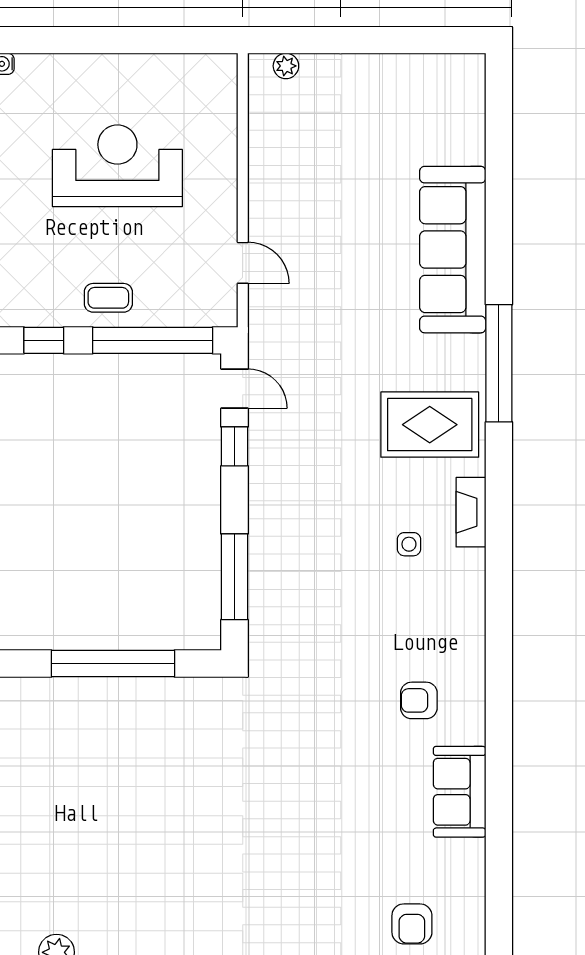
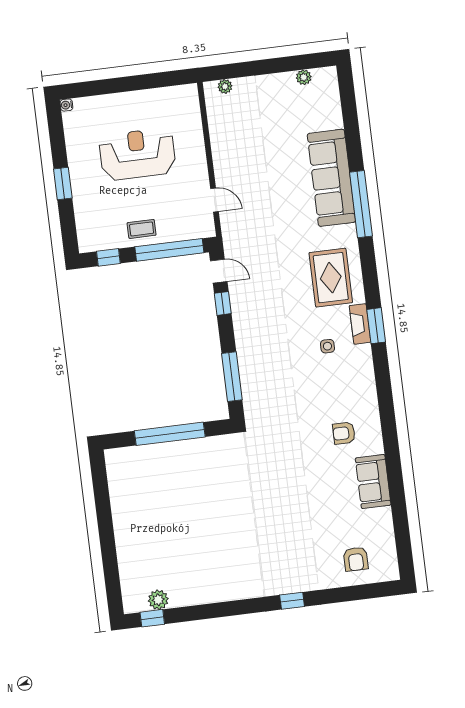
plant: (426, 67) -> (304, 77), added
window: (499, 363) -> (361, 204), moved
rug: (430, 425) -> (331, 278), turned 90
window: (499, 519) -> (376, 326), added

